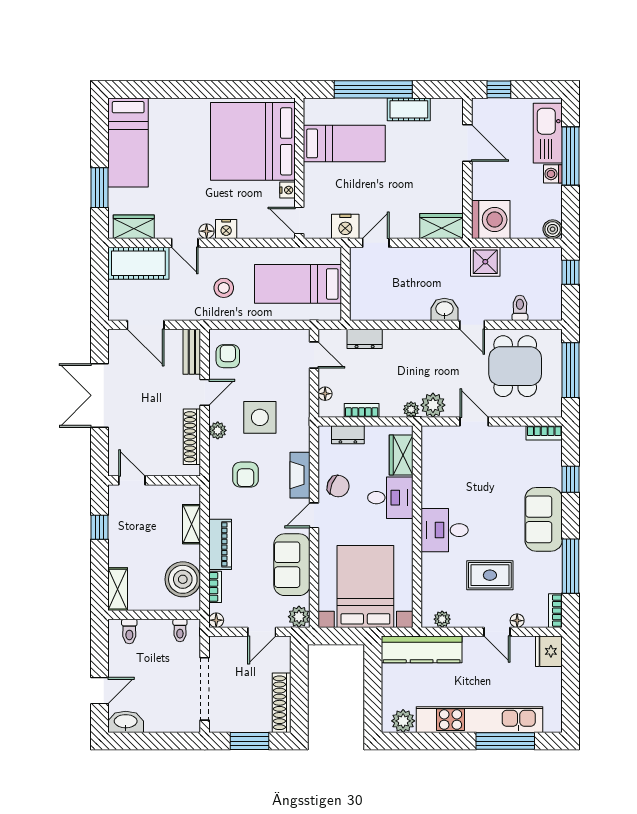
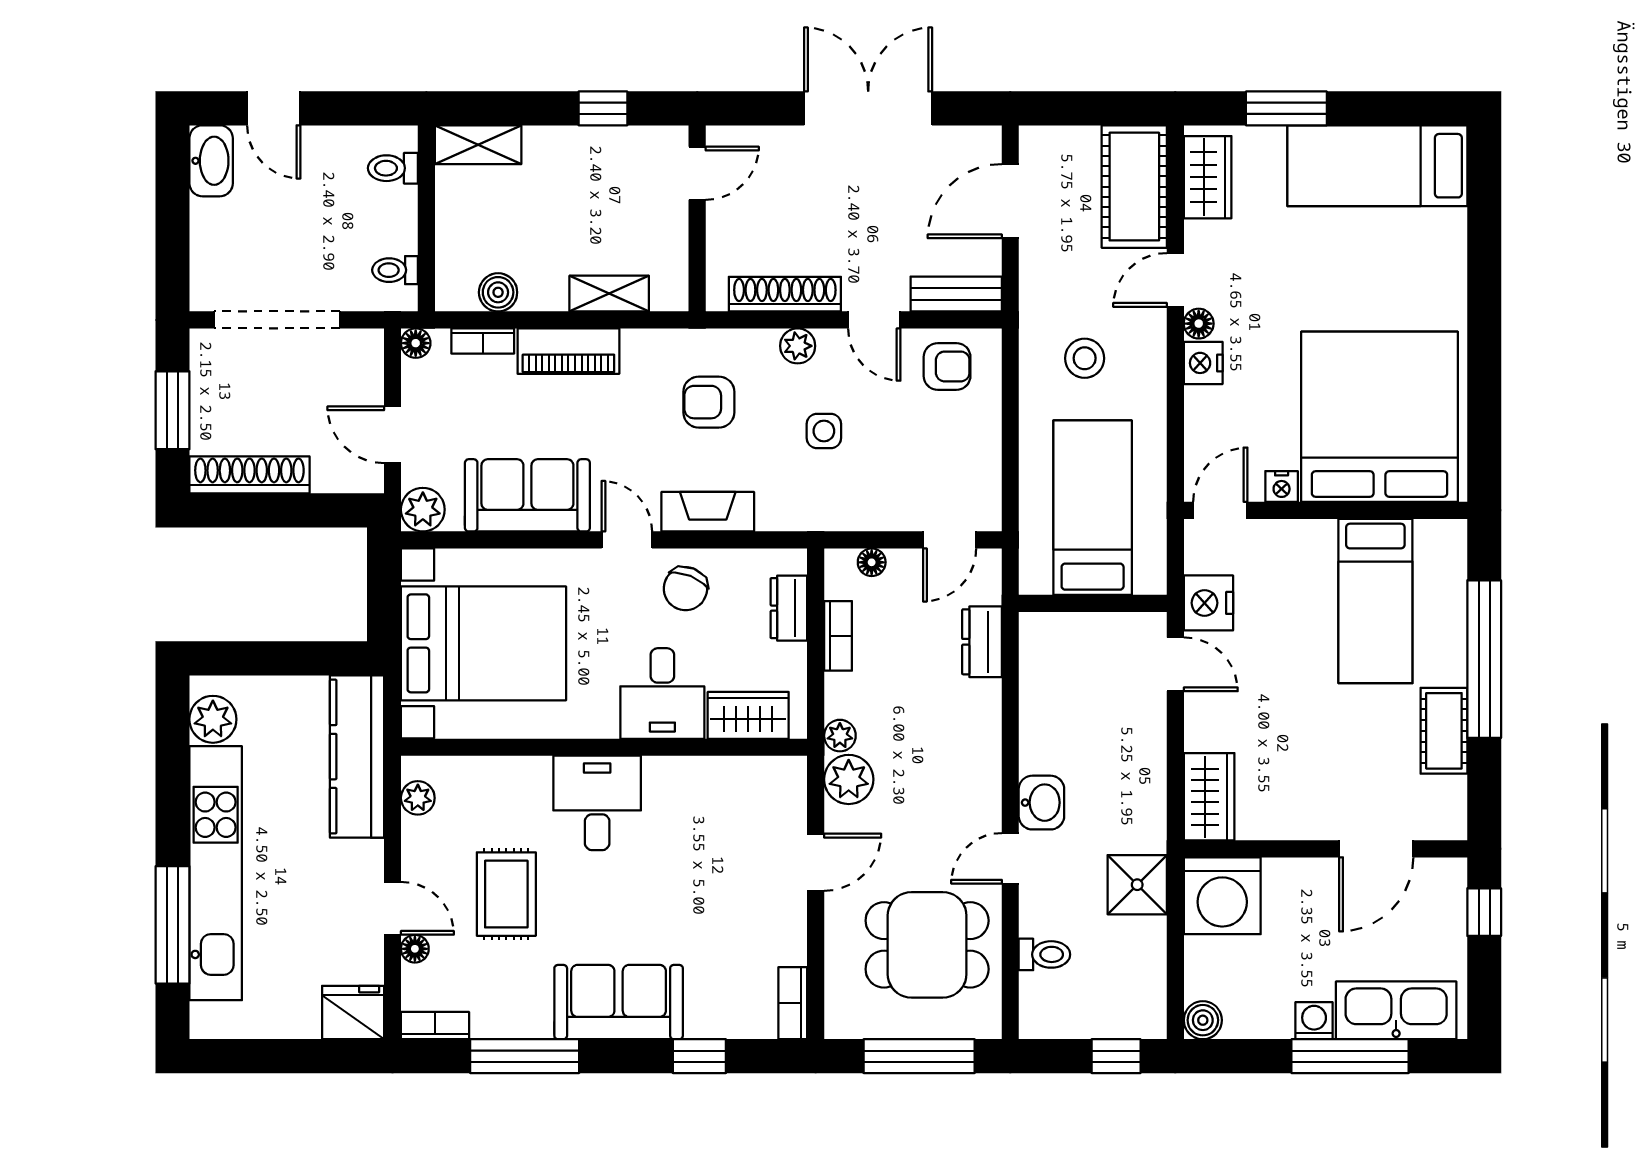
side table: (260, 417) -> (824, 431), width x0.54, depth x0.54
boiler: (183, 579) -> (498, 292), width x0.54, depth x0.54
door: (497, 632) -> (393, 908), swing flipped

